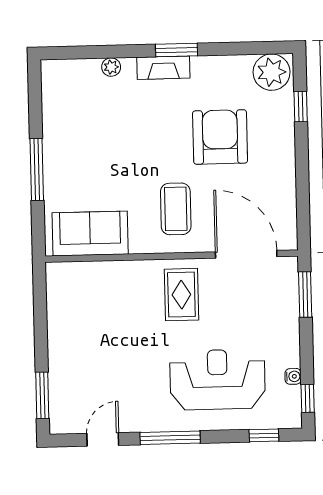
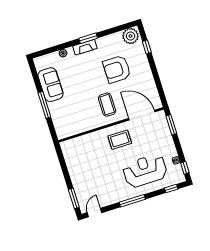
armchair: (220, 137) -> (117, 69), turned -90
sofa: (90, 233) -> (51, 85), moved, turned 90
rug: (181, 295) -> (120, 140), turned 90
door: (103, 439) -> (95, 213), moved

